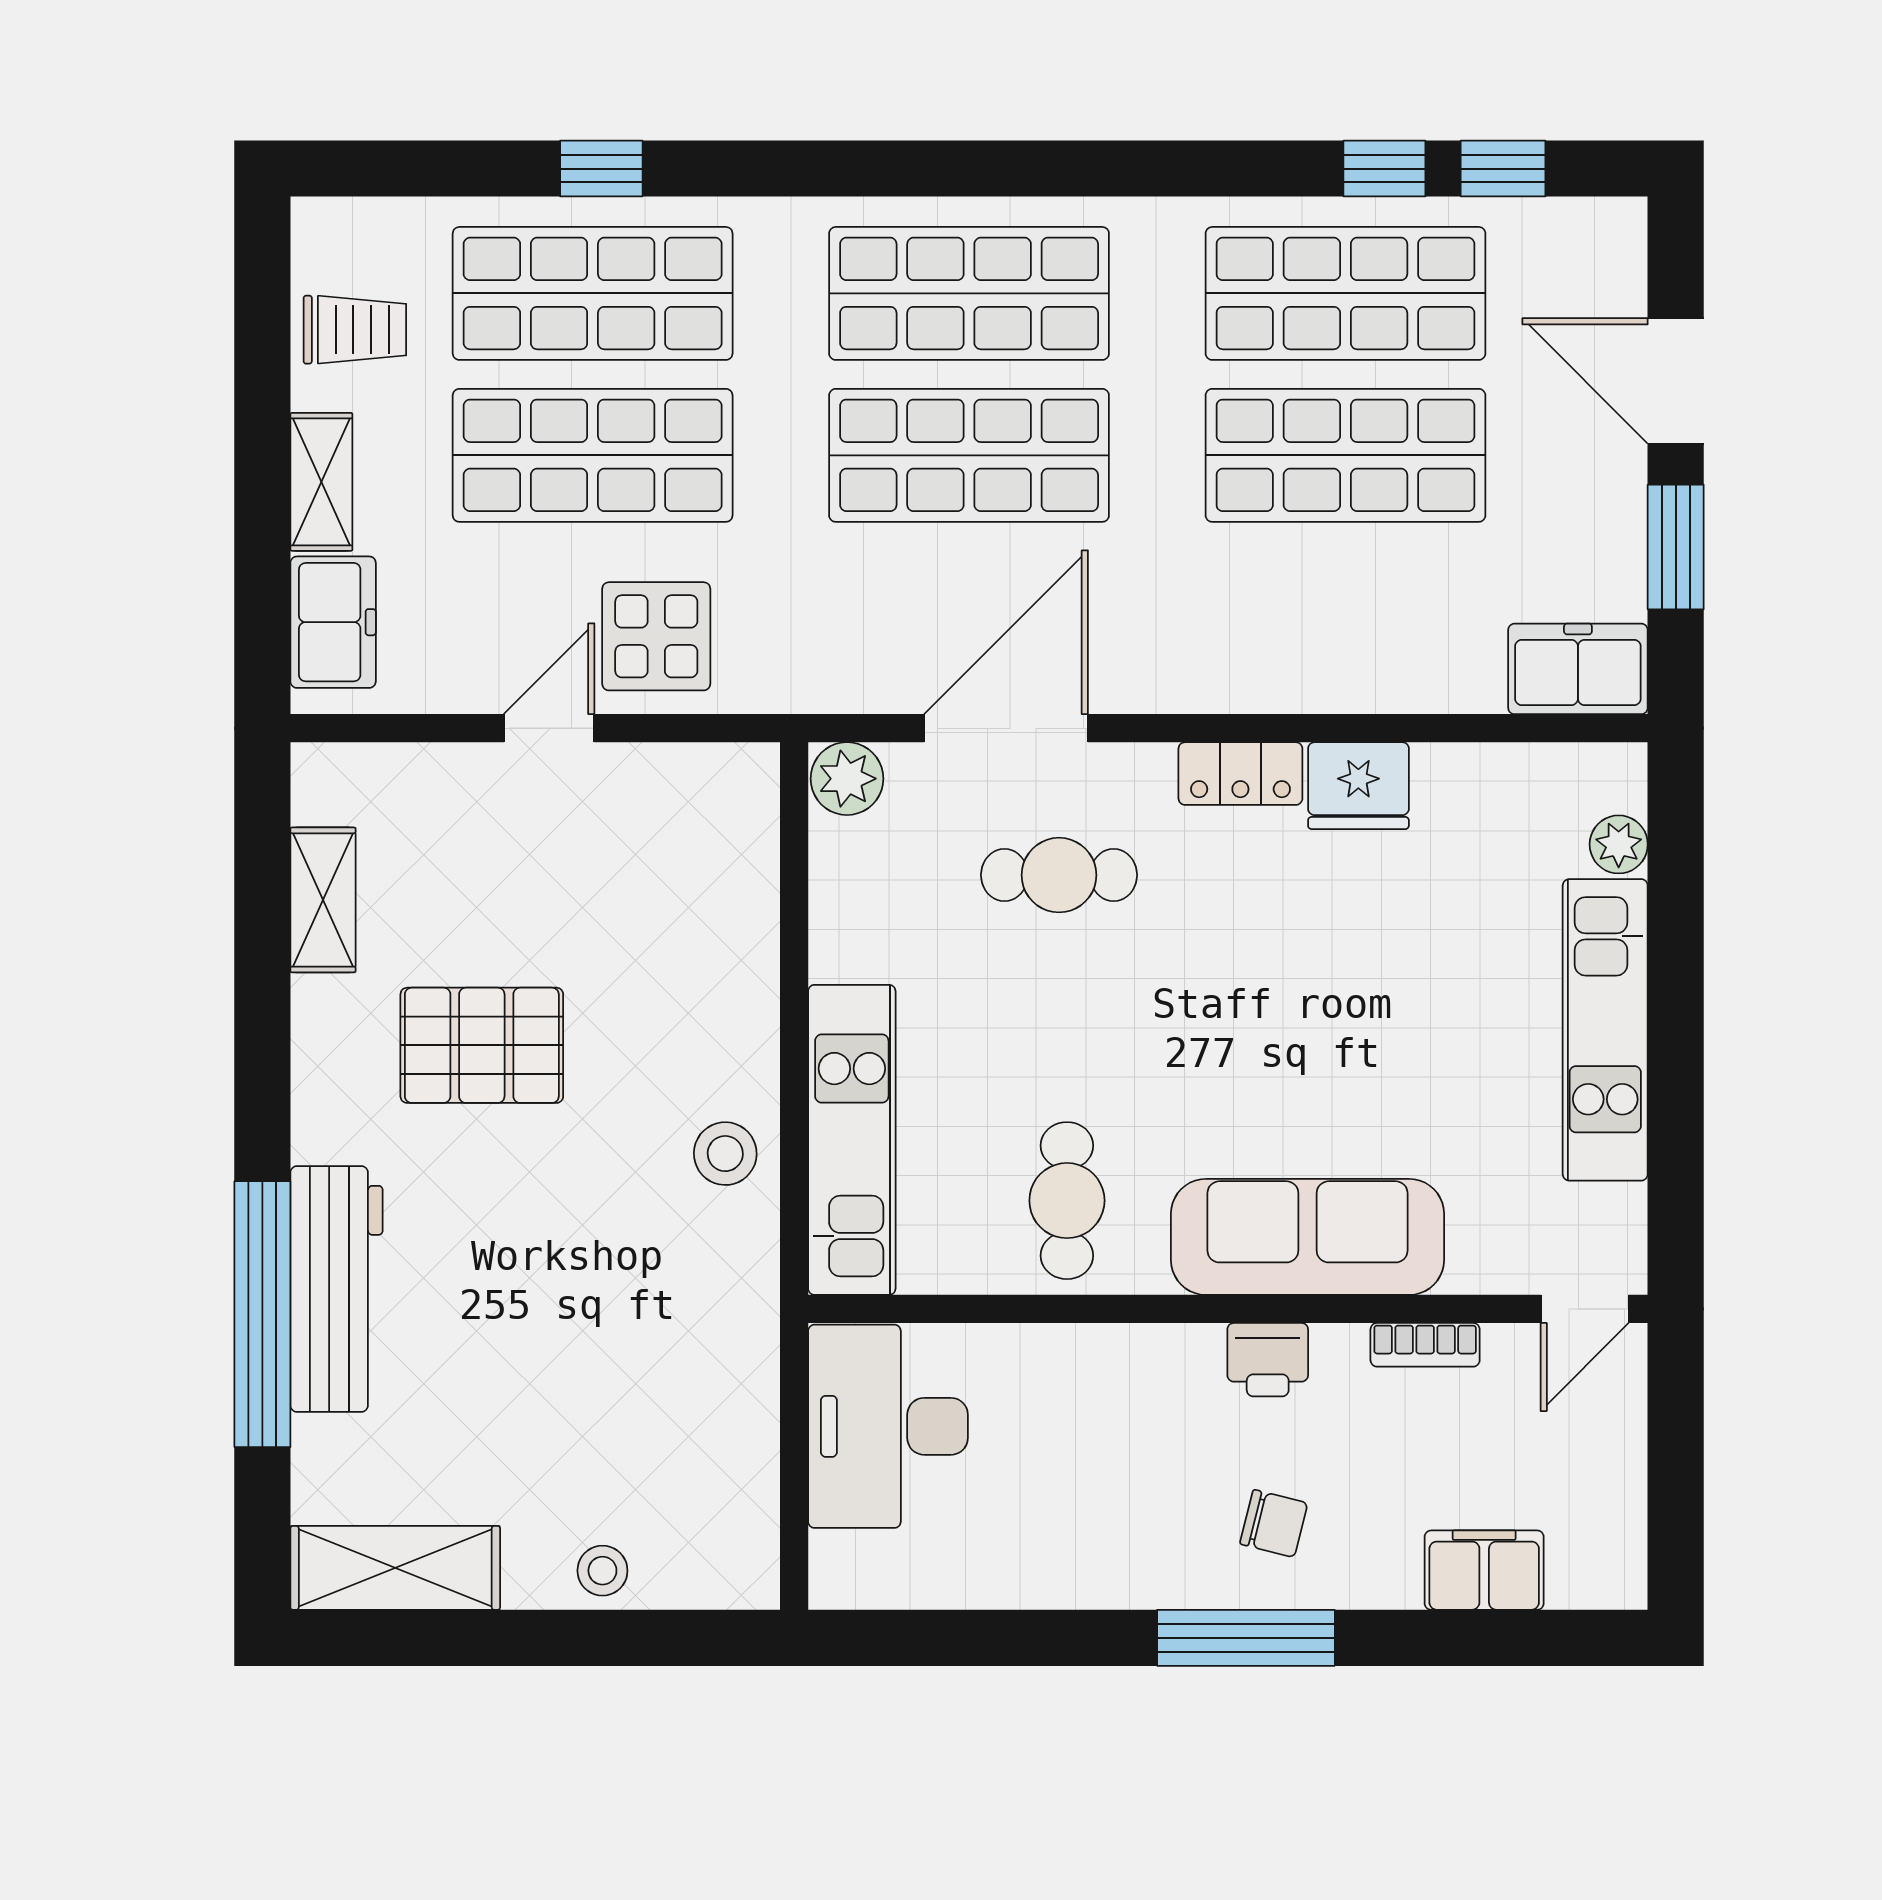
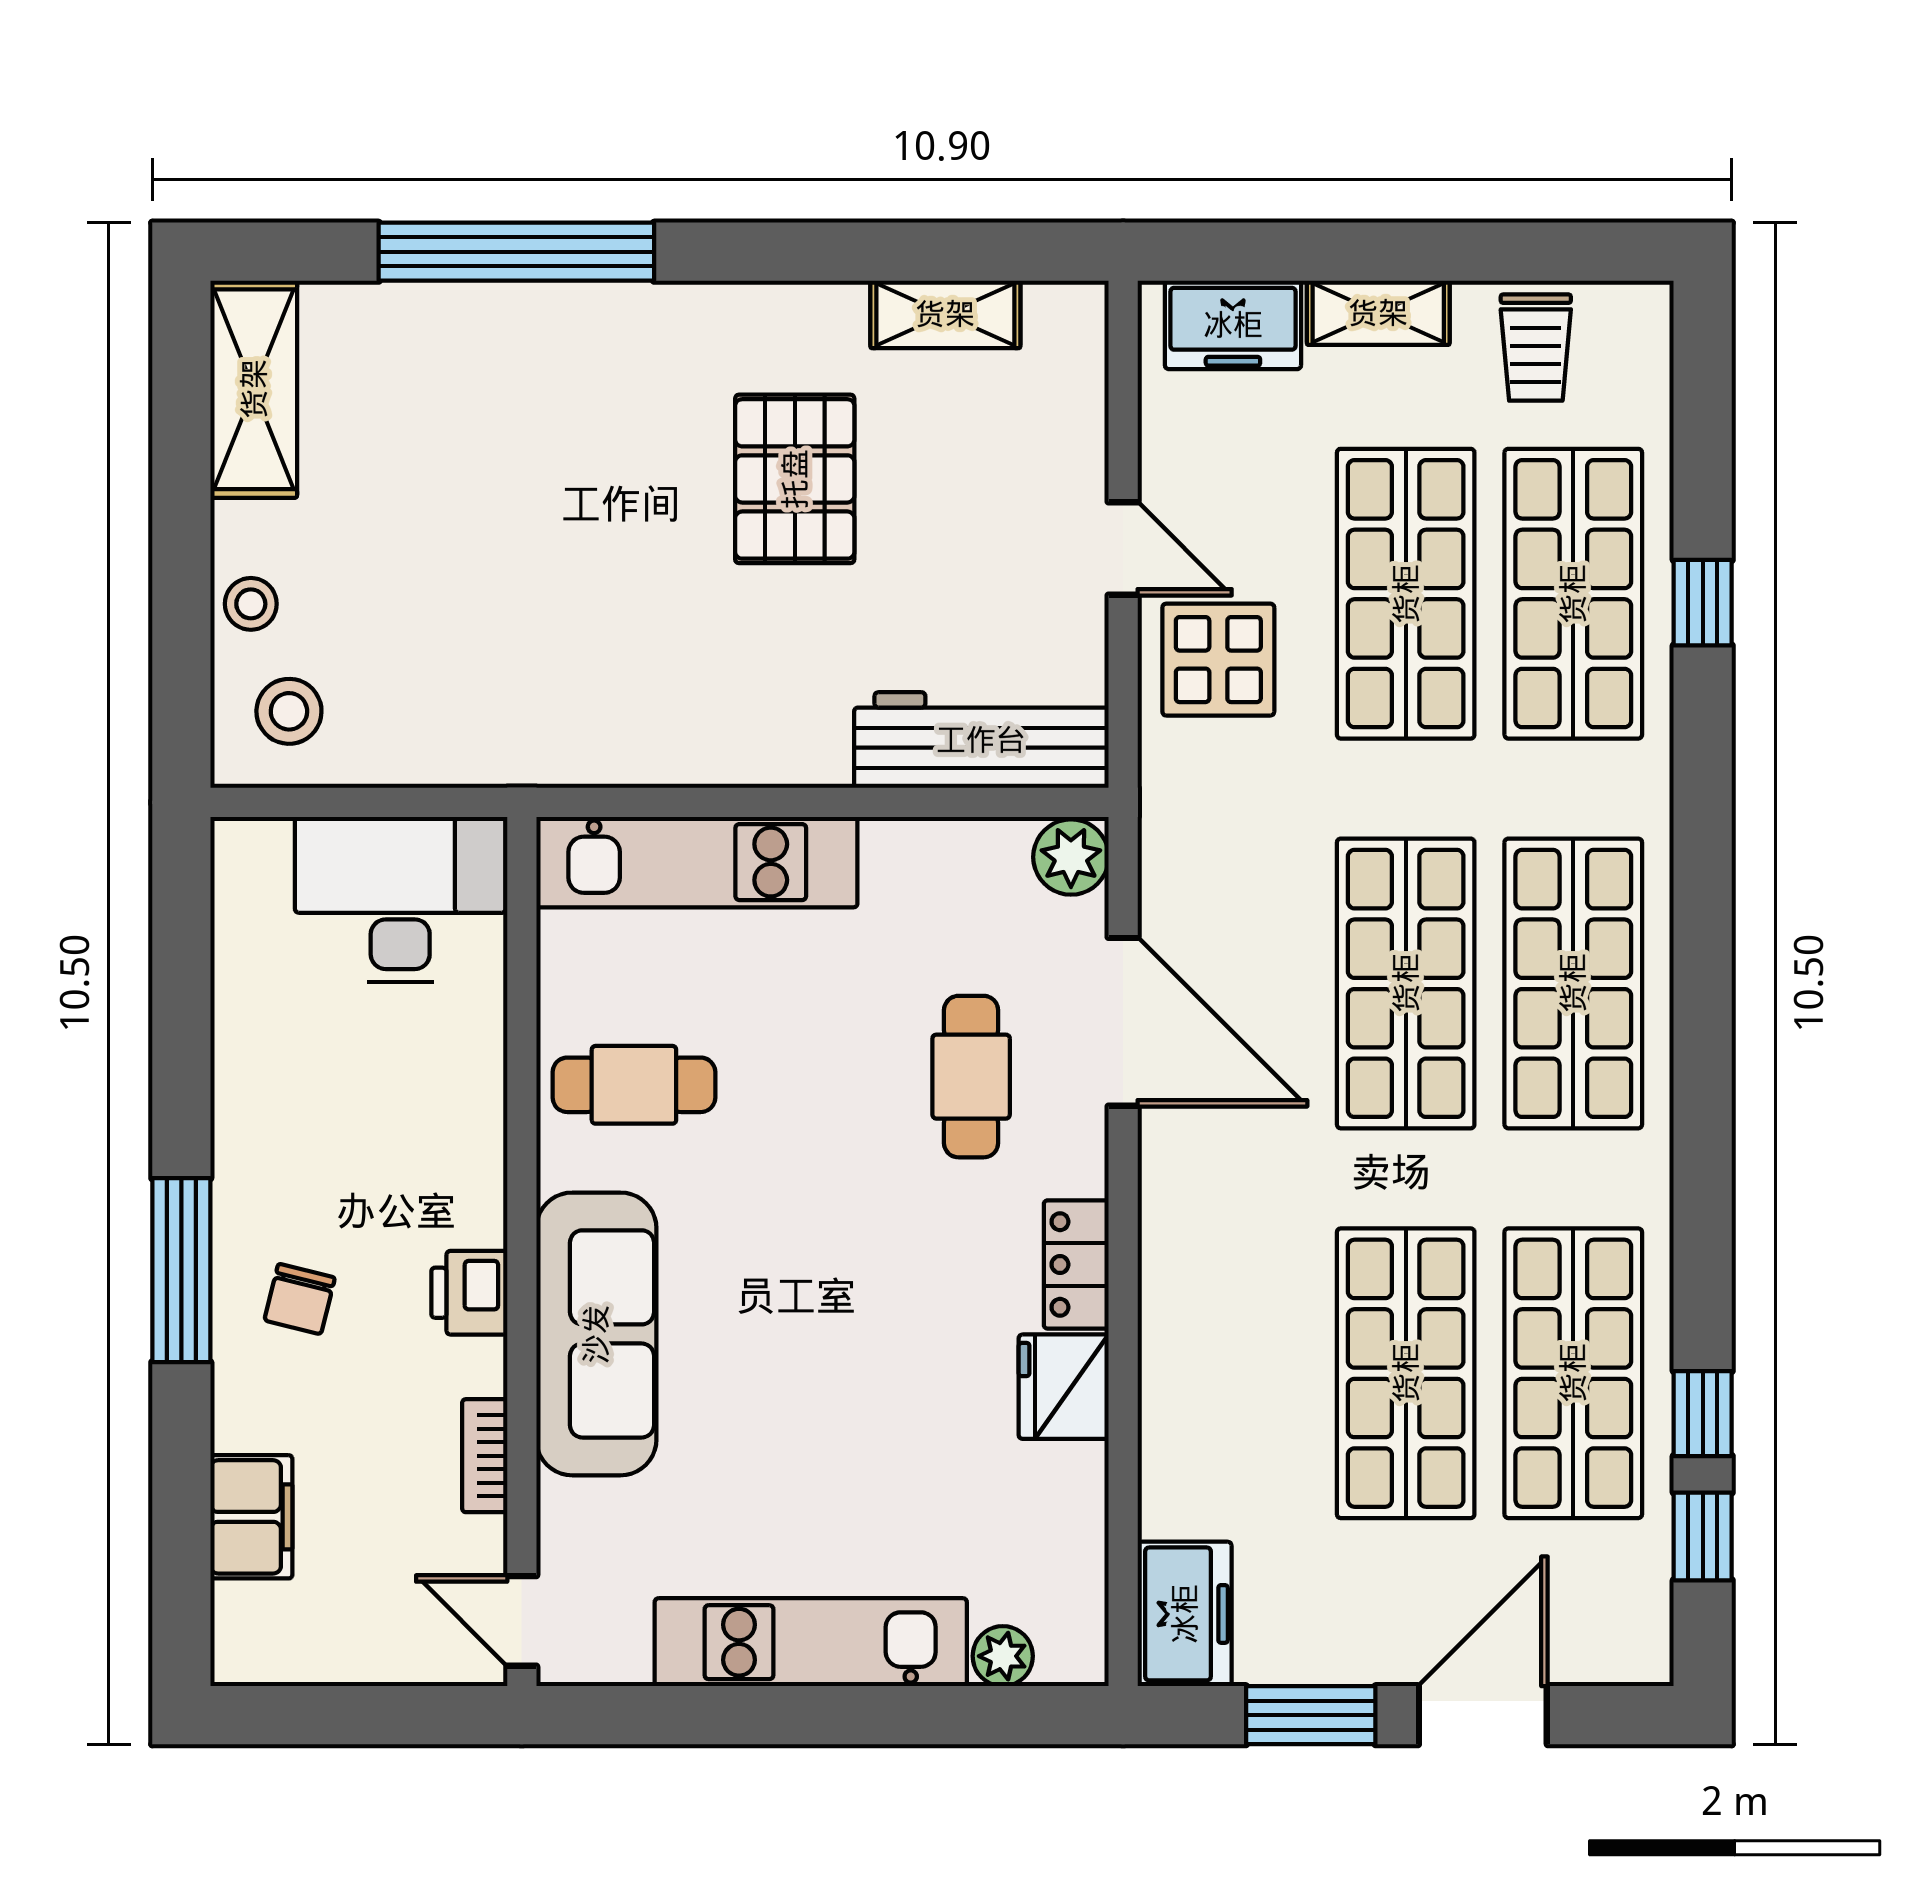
stool: (725, 1154) -> (289, 711), moved
workbench: (337, 1289) -> (981, 740), moved, turned 180

